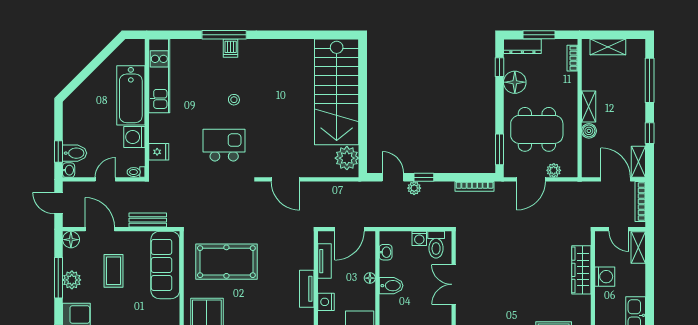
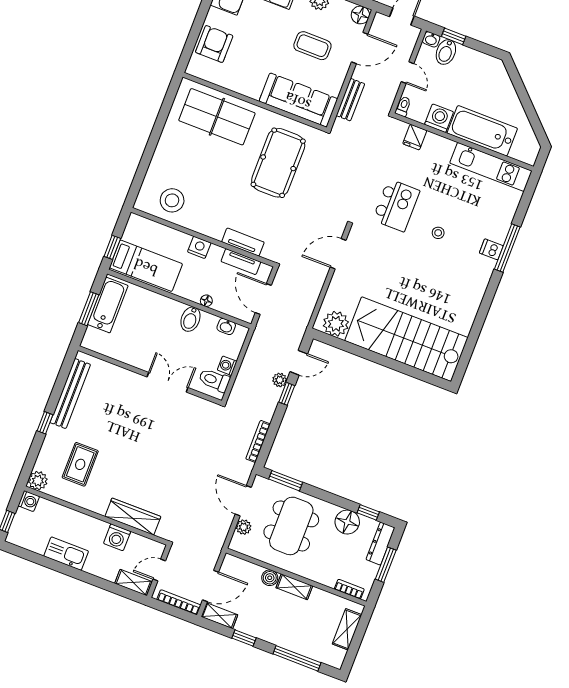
tv unit: (307, 289) -> (243, 242), moved

